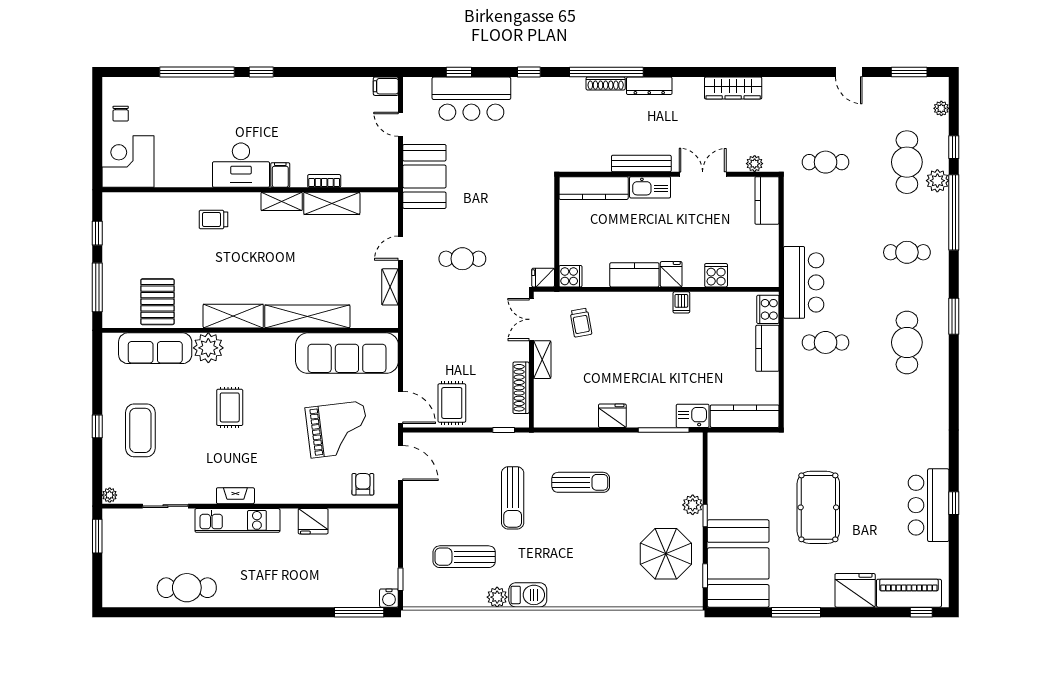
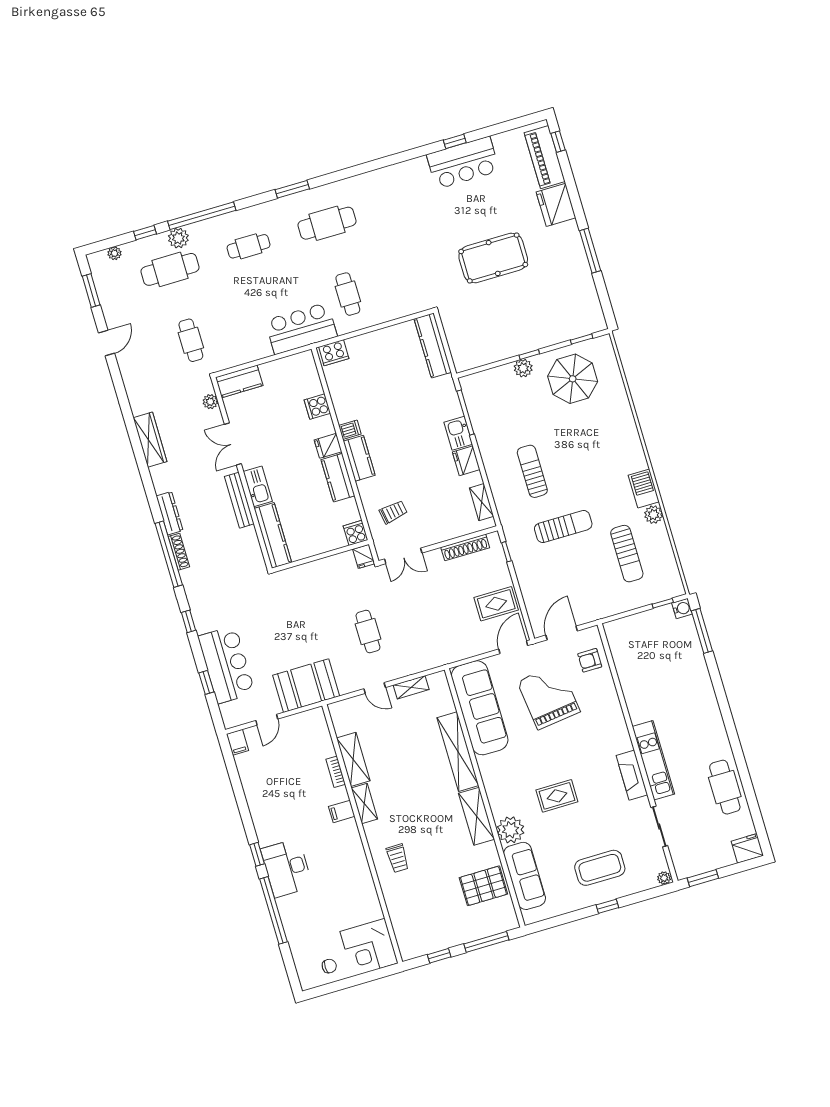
desk: (241, 165) -> (287, 868), moved, turned 180
cafe table: (907, 252) -> (248, 246), turned 90
kitchen counter: (767, 348) -> (359, 458), moved, turned -90
shelving: (542, 360) -> (482, 502), moved, turned 90
kitchen sink: (693, 416) -> (458, 433), moved
fireplace: (235, 496) -> (632, 775), width x1.37, depth x1.32
fridge: (313, 521) -> (747, 848), moved, turned -90
booth: (738, 563) -> (563, 313), removed

